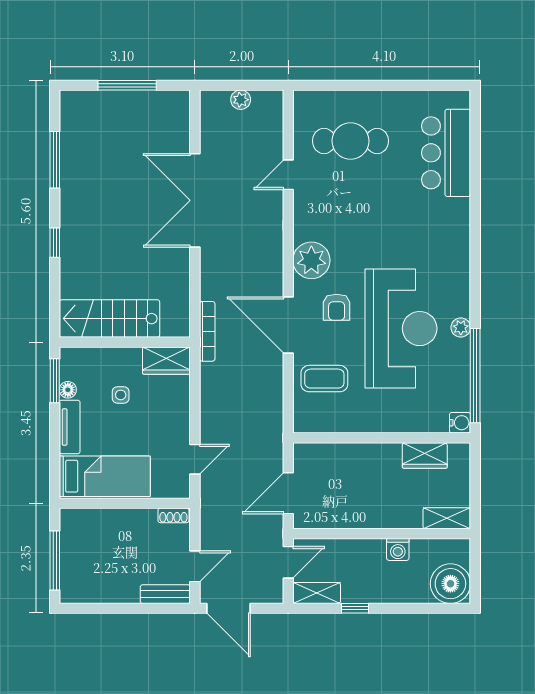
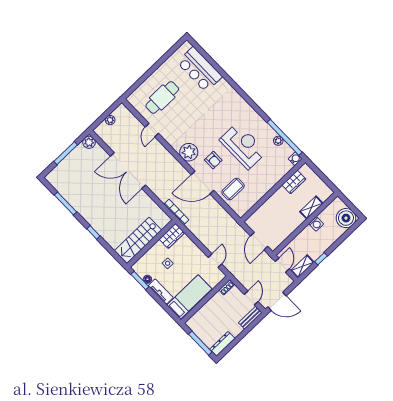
plant: (177, 103) -> (89, 142), added
plant: (461, 328) -> (278, 141), moved
reception desk: (401, 329) -> (243, 146), width x0.74, depth x0.77
shelving: (447, 518) -> (311, 207), moved
dresser: (86, 593) -> (222, 344), added

